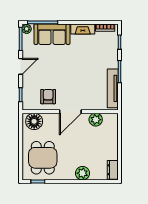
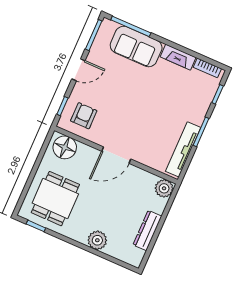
plant: (27, 29) -> (107, 26), removed
armchair: (48, 97) -> (84, 116), moved
plant: (96, 120) -> (164, 188), moved
dresser: (113, 170) -> (147, 230), moved, width x1.44

